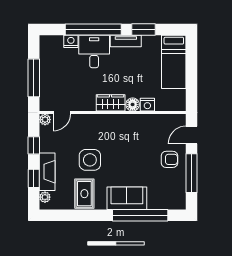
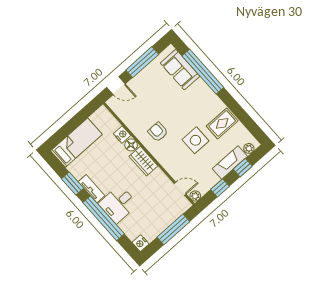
nightstand: (71, 41) -> (141, 243), moved
armchair: (169, 159) -> (158, 132), moved
sofa: (127, 198) -> (180, 70), moved

